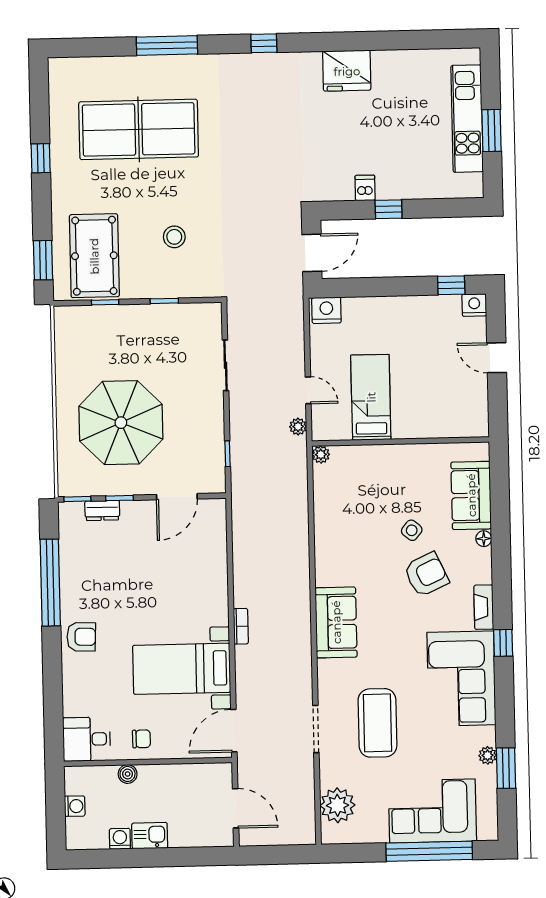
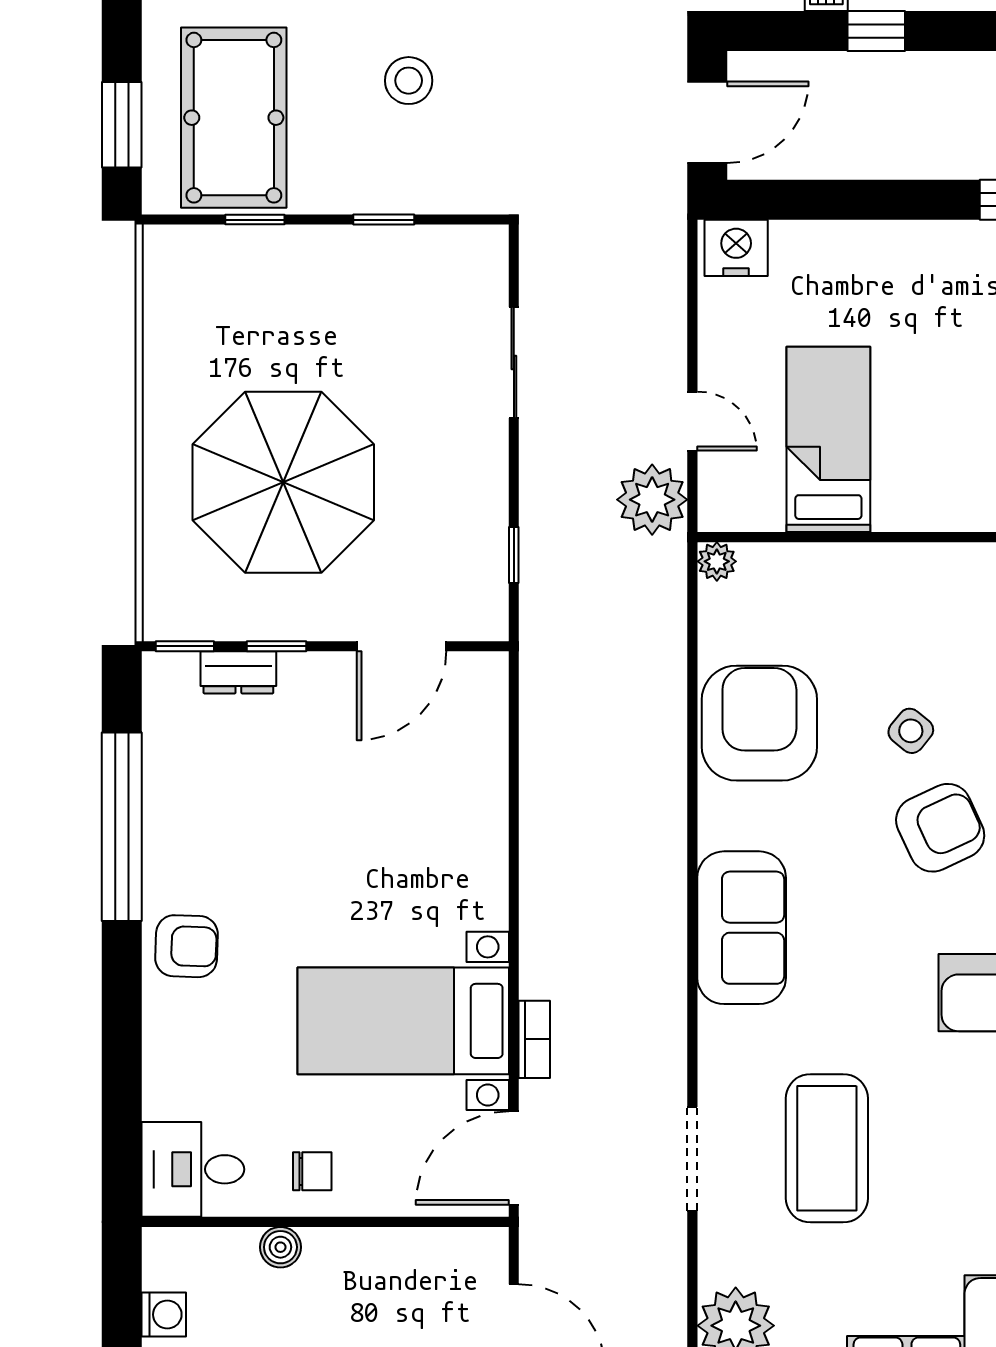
plant: (298, 427) -> (652, 500), width x1.88, depth x1.88
armchair: (342, 528) -> (759, 723), added
bookcase: (241, 626) -> (534, 1039), moved

